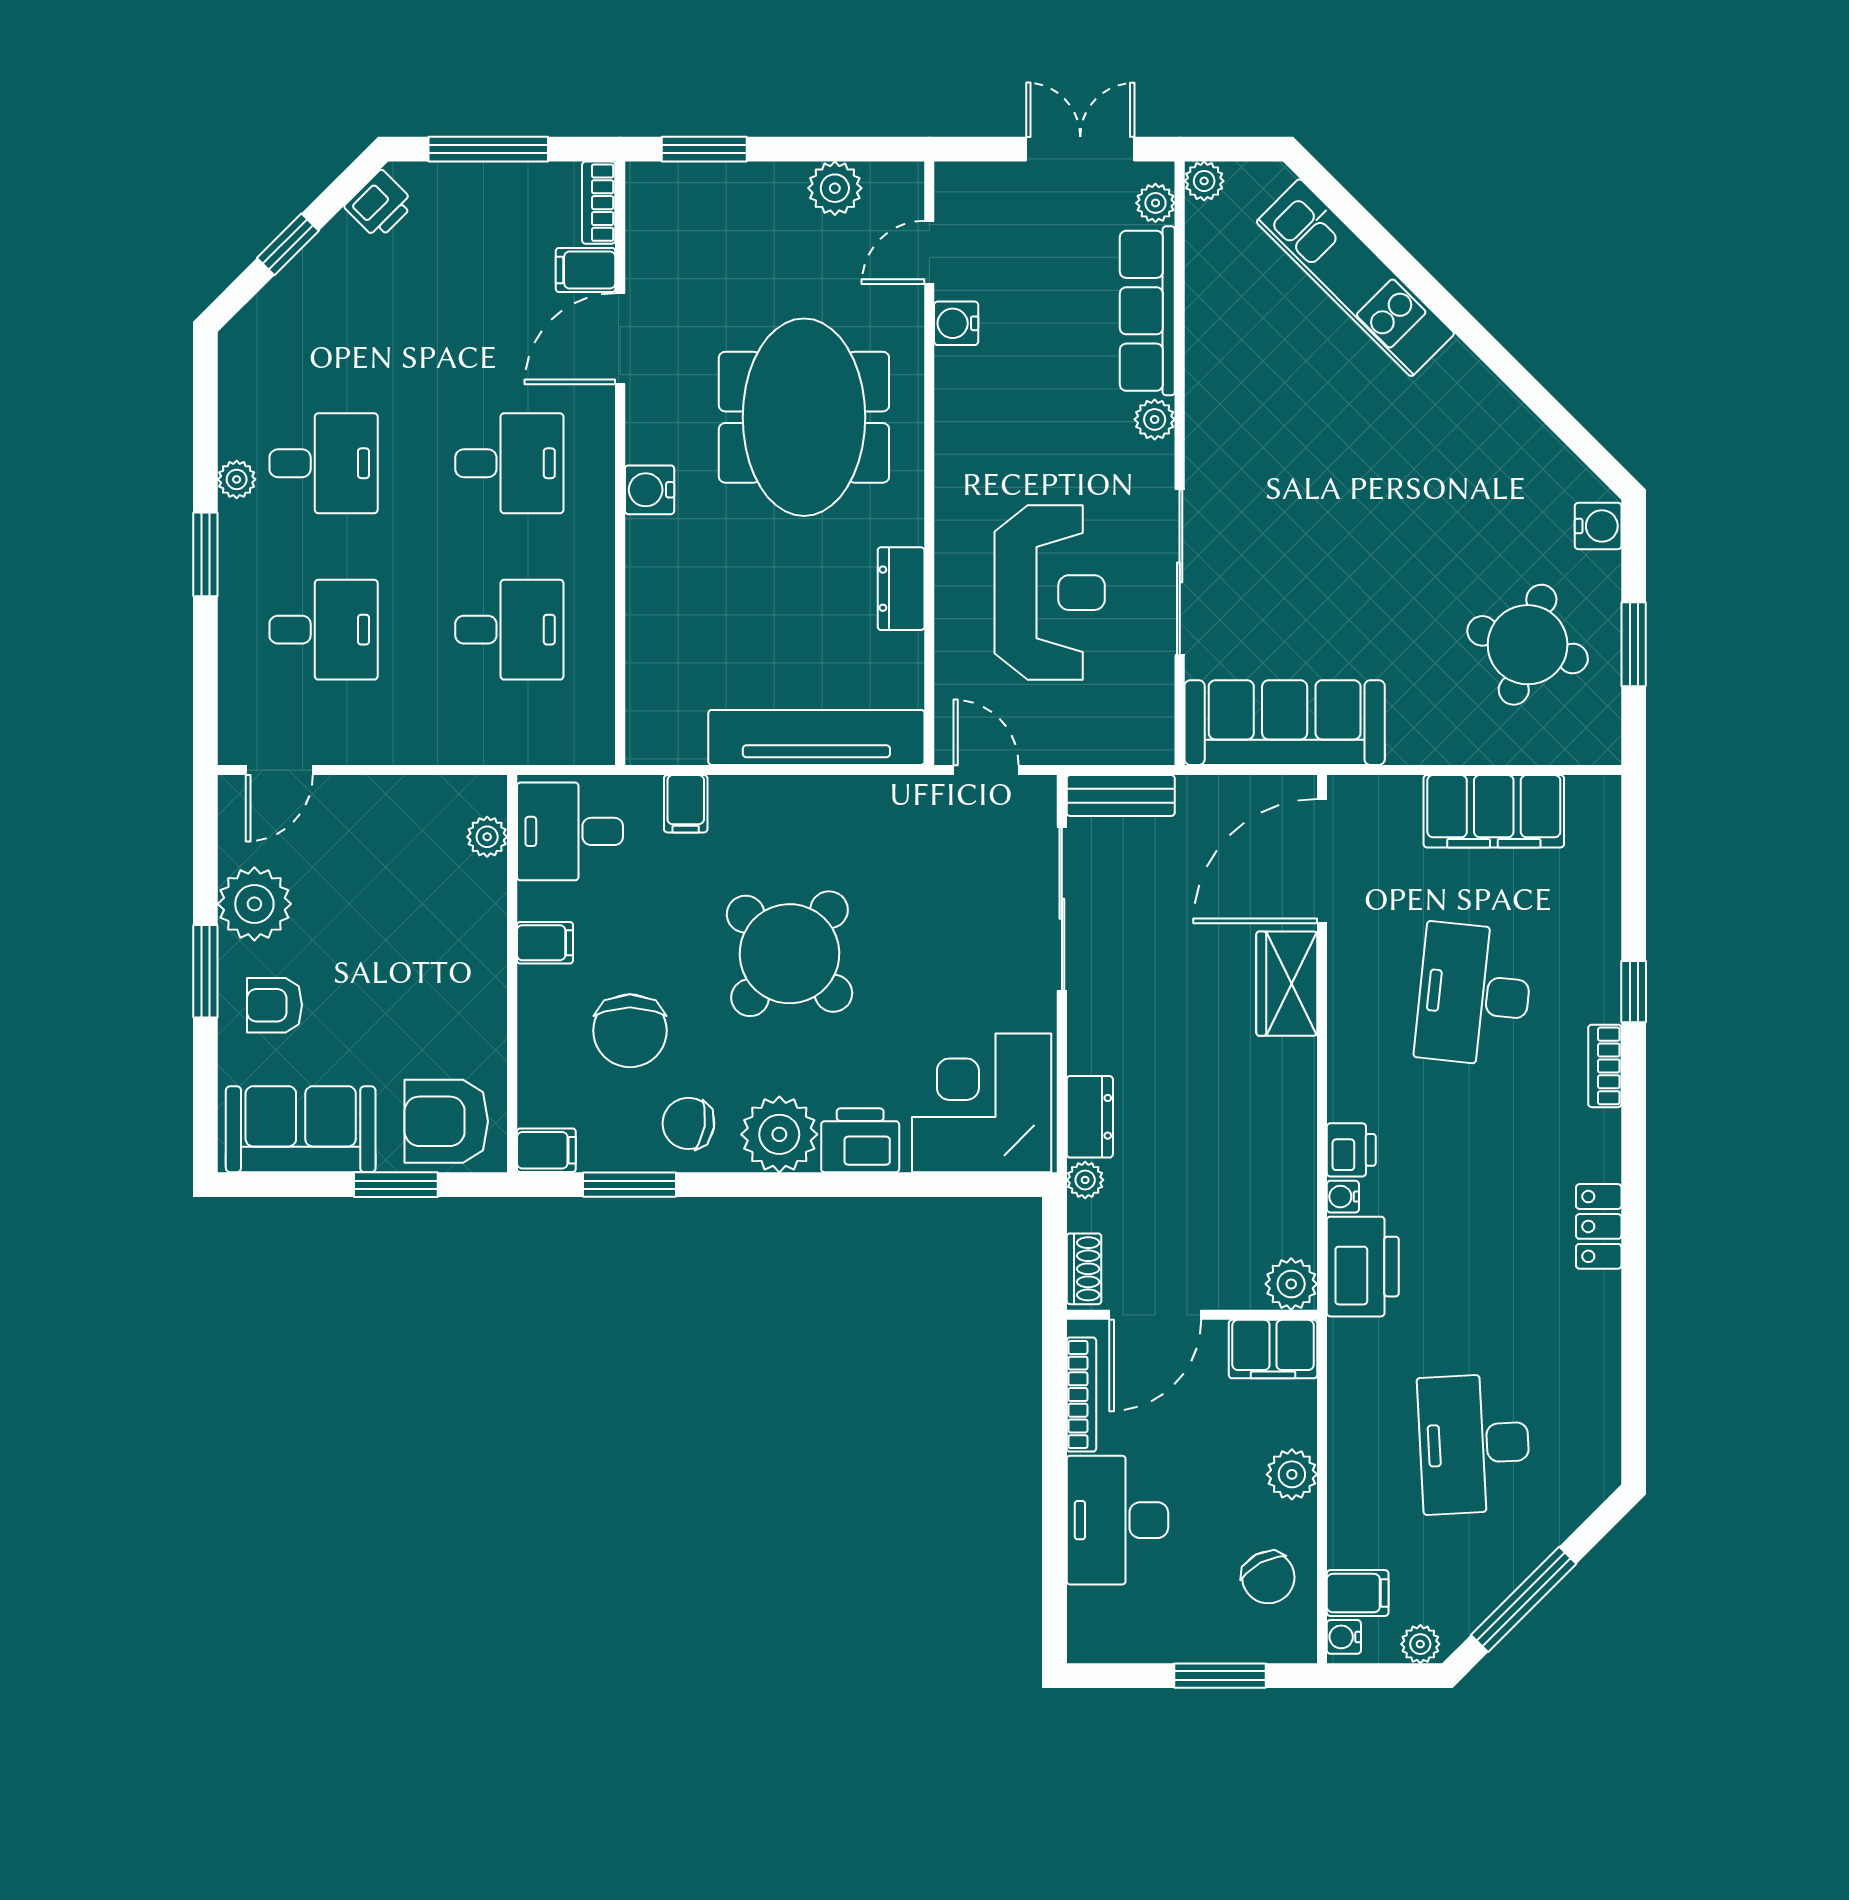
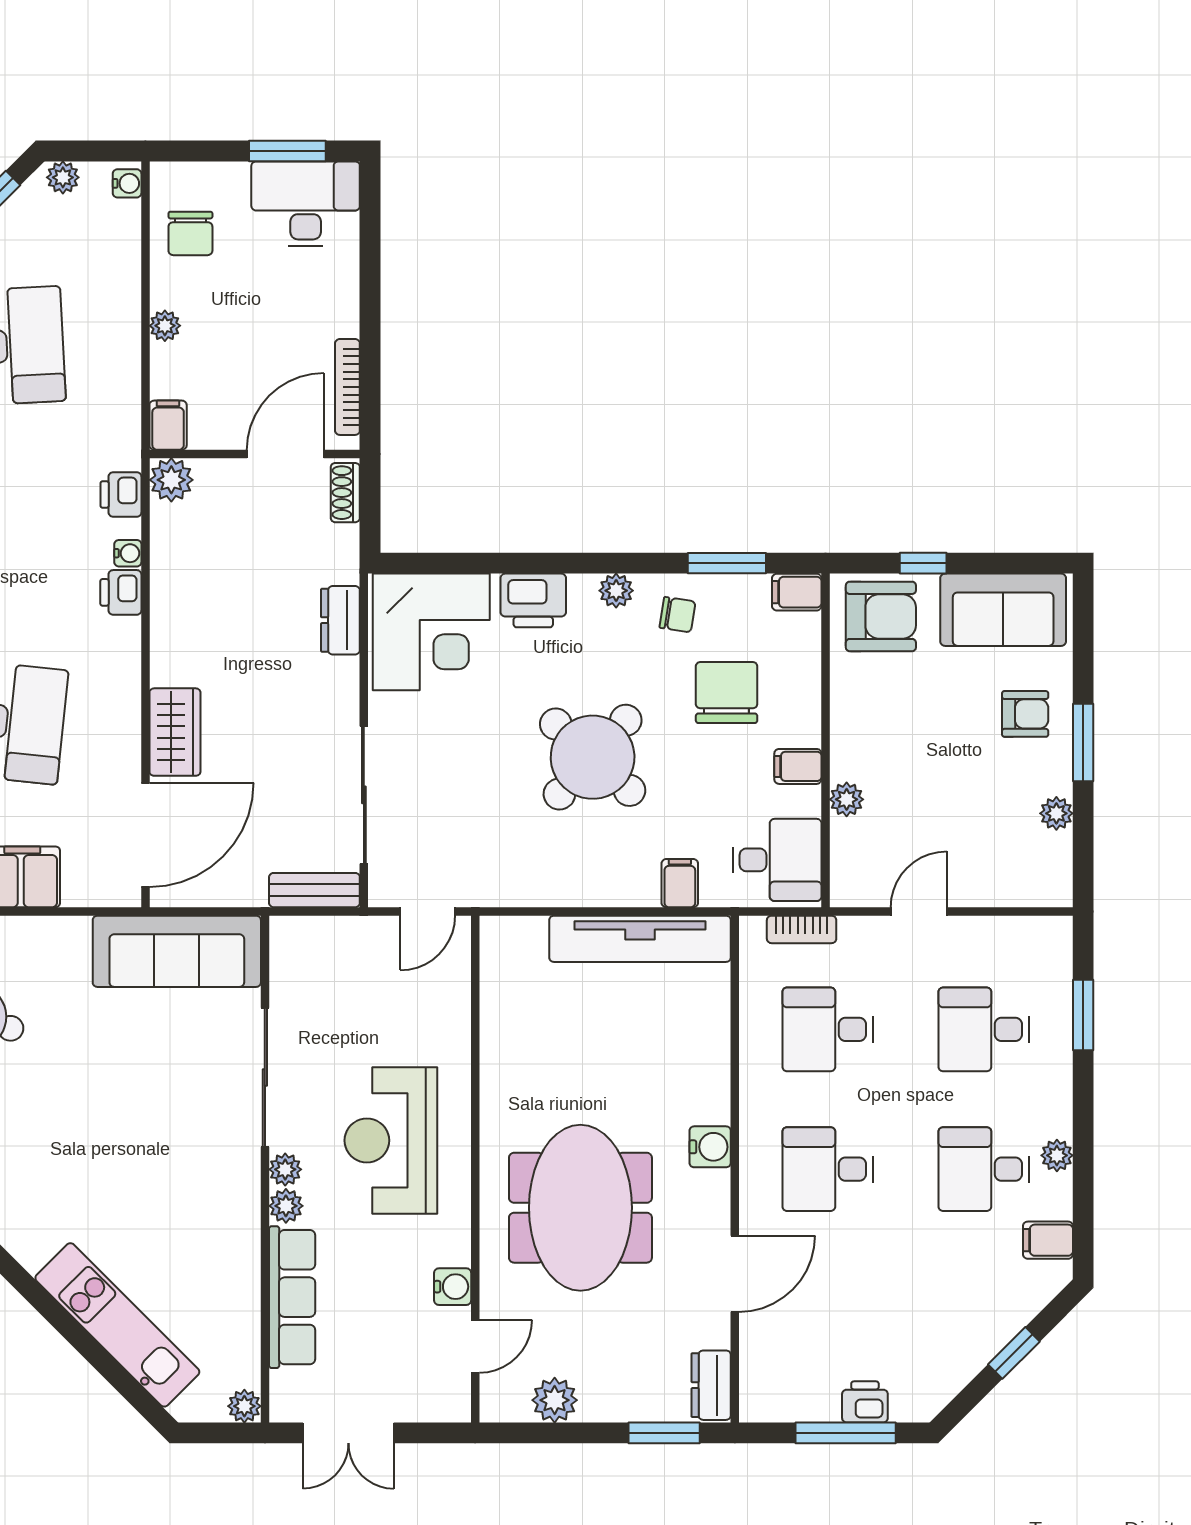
bookcase: (599, 203) -> (802, 929), moved, turned 90
plant: (1155, 203) -> (285, 1169), moved
printer: (380, 205) -> (865, 1402), moved, turned 45
filing cabinet: (586, 270) -> (1048, 1240), moved, turned 180
window: (205, 554) -> (1083, 1015), moved
dresser: (901, 589) -> (711, 1385), moved, turned 180
reception desk: (1050, 593) -> (391, 1140), moved
tv unit: (816, 737) -> (640, 939), moved
door: (279, 770) -> (919, 911), moved
door: (986, 770) -> (428, 911), hinge flipped
plant: (487, 837) -> (847, 799), moved
plant: (254, 904) -> (1056, 813), width x0.53, depth x0.53
chair: (688, 1123) -> (677, 615), width x0.73, depth x0.73
plant: (779, 1134) -> (616, 591), width x0.53, depth x0.53
plant: (1085, 1180) -> (344, 567), removed
window: (396, 1185) -> (923, 563), width x0.67
printer: (1363, 1267) -> (121, 494), width x0.53, depth x0.68
filing cabinet: (1273, 1349) -> (168, 425), width x0.50
plant: (1292, 1474) -> (165, 326), width x0.73, depth x0.73
desk: (1117, 1520) -> (306, 204), moved, turned -90
chair: (1268, 1577) -> (190, 233), turned -152
filing cabinet: (1358, 1593) -> (115, 220), removed
window: (1220, 1676) -> (287, 151), moved

